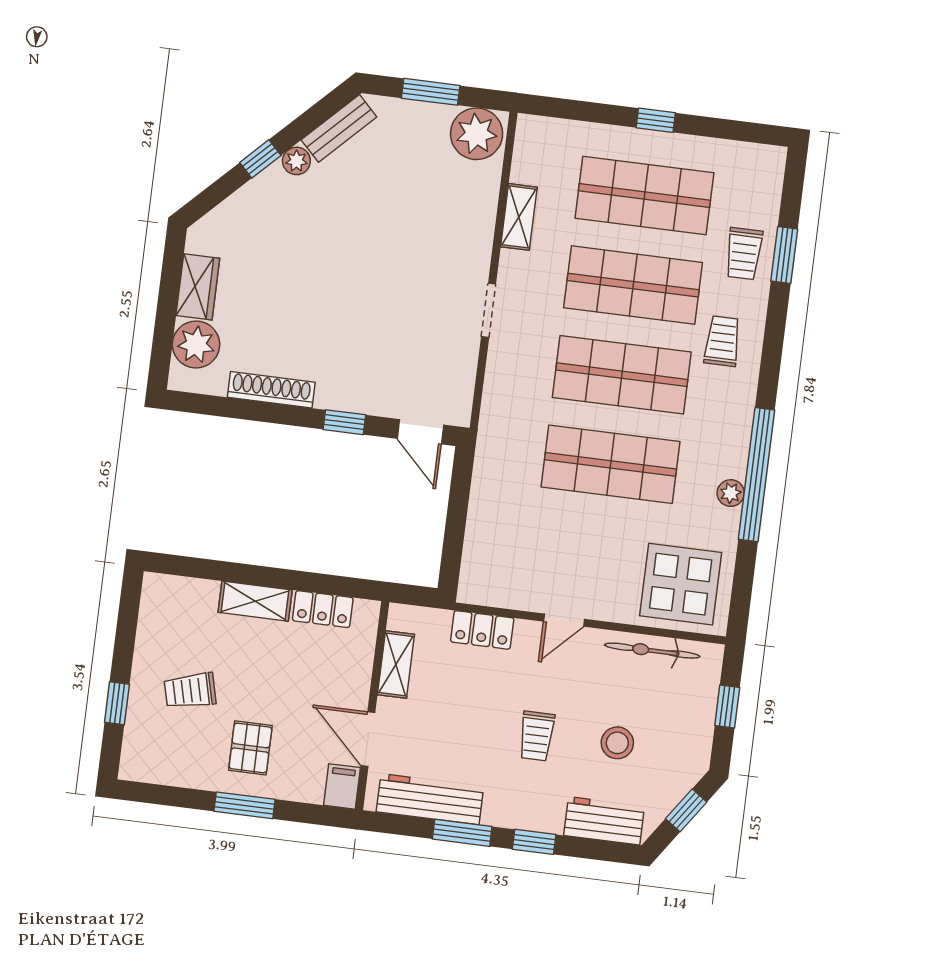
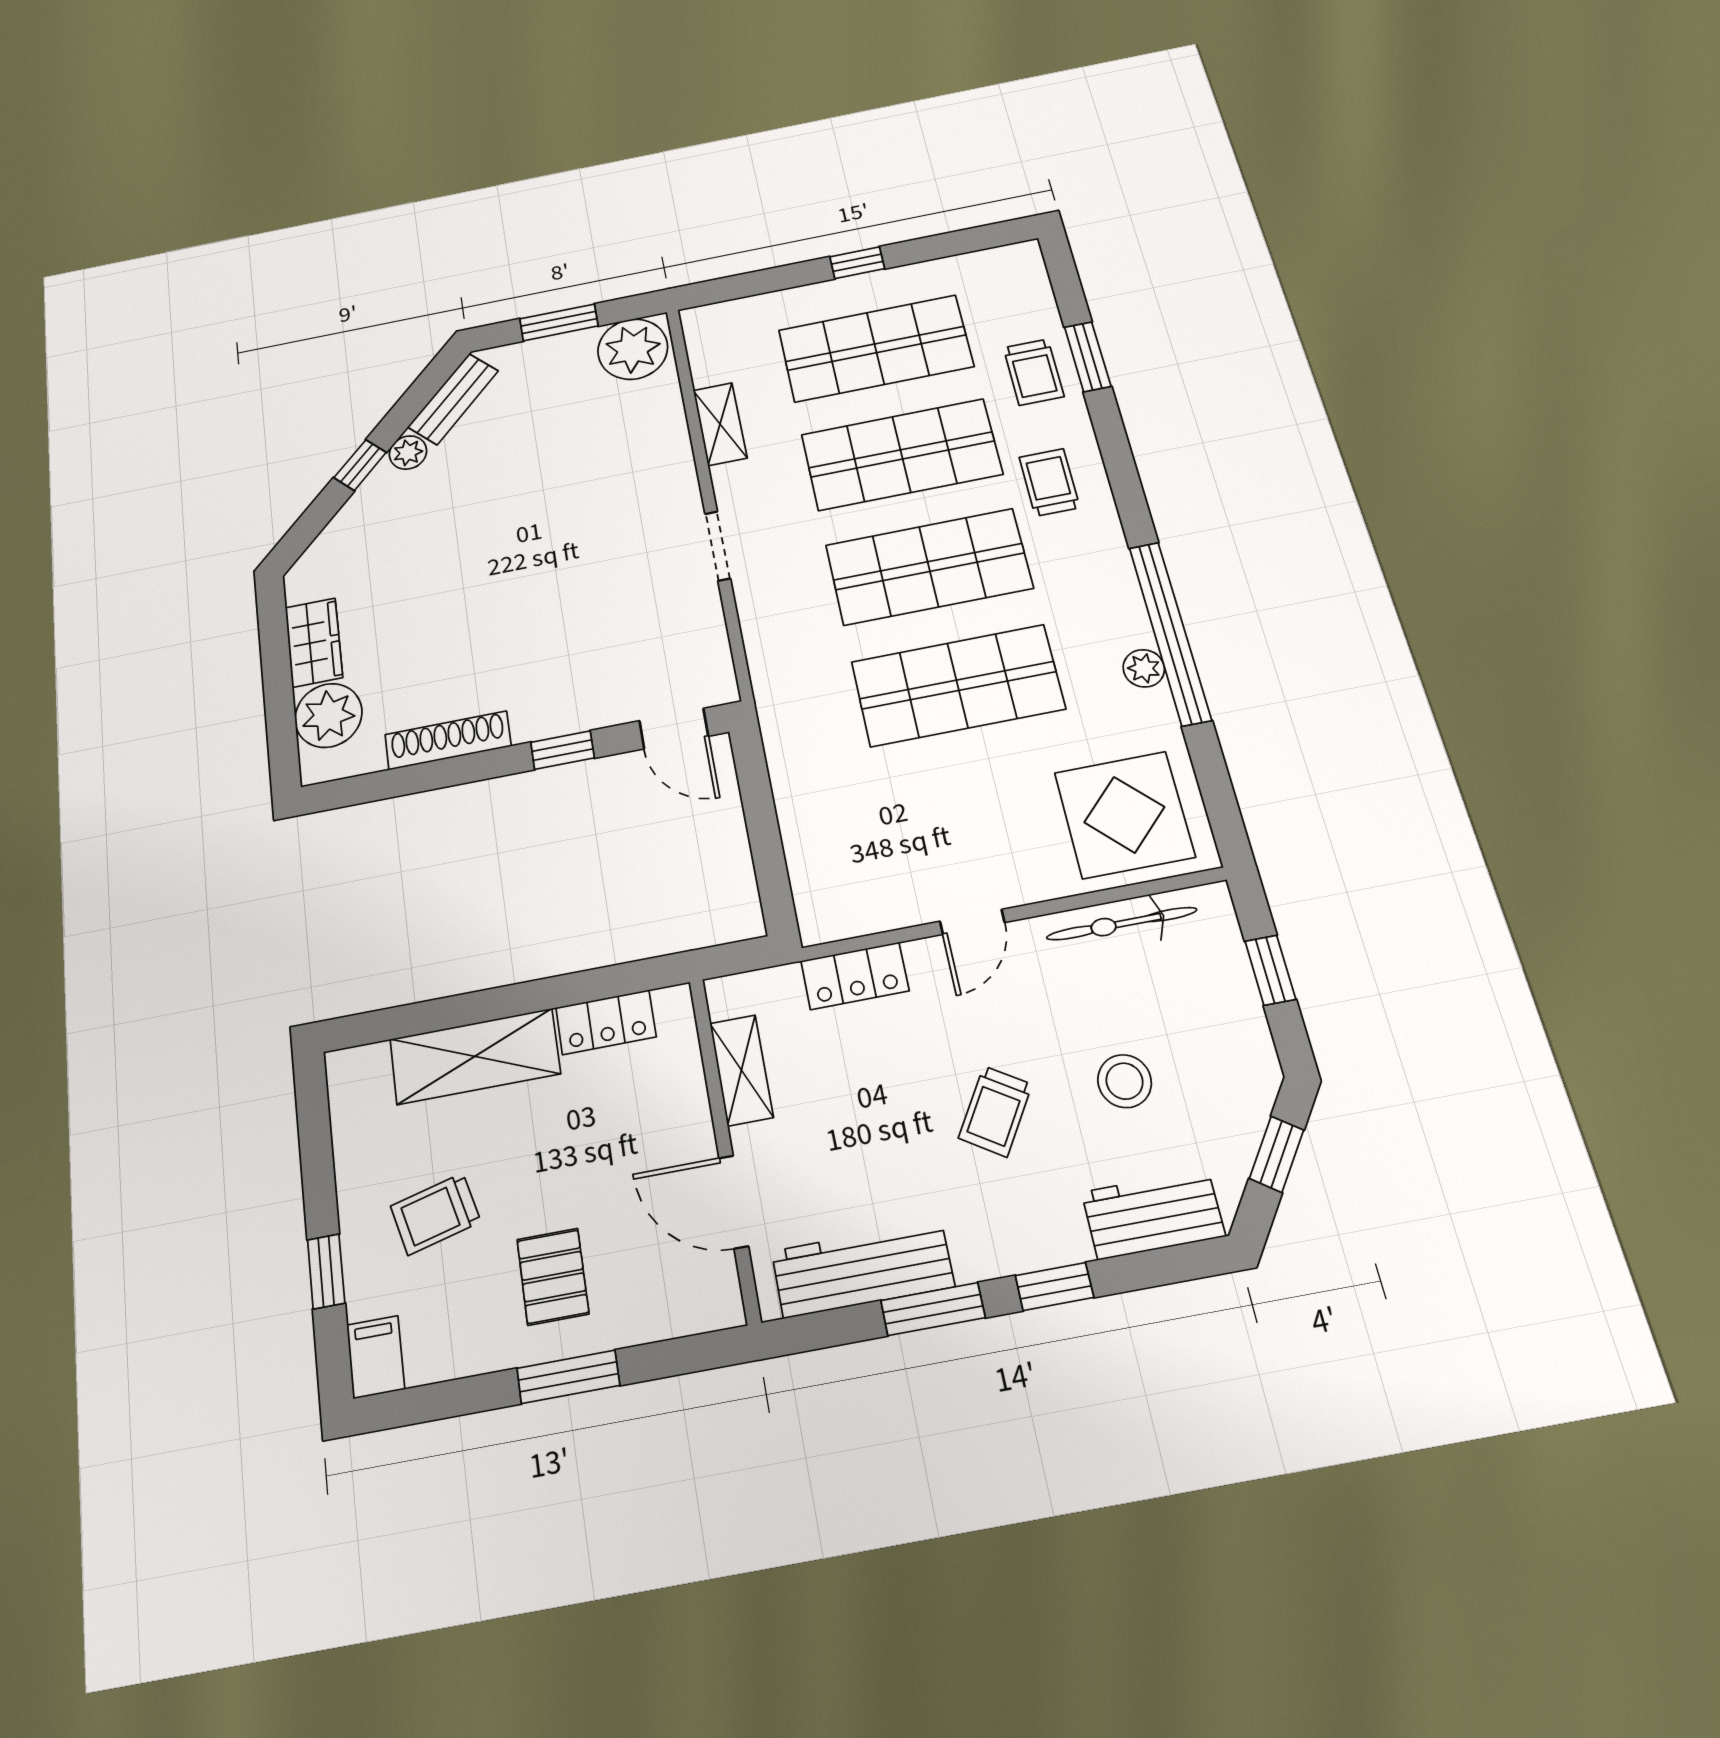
shelving: (255, 601) -> (475, 1056), width x1.50, depth x1.33
trolley: (537, 736) -> (995, 1111), turned 32
filing cabinet: (342, 786) -> (376, 1357), moved

